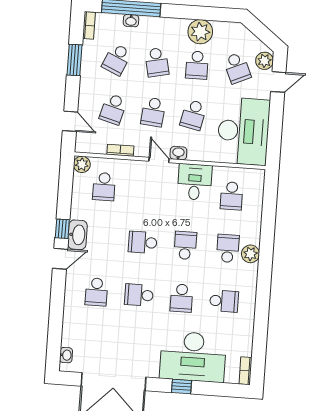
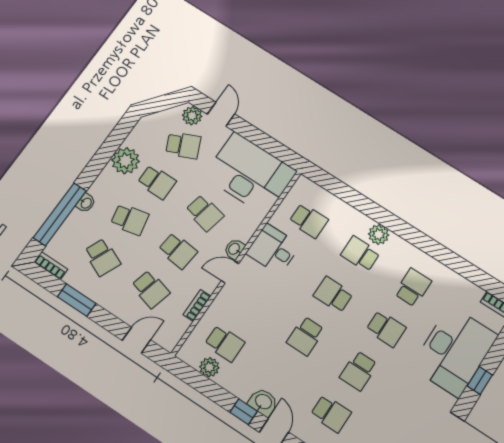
washbasin: (131, 21) -> (86, 203), moved
plant: (82, 164) -> (209, 367), moved
washbasin: (77, 235) -> (263, 402), width x0.72

